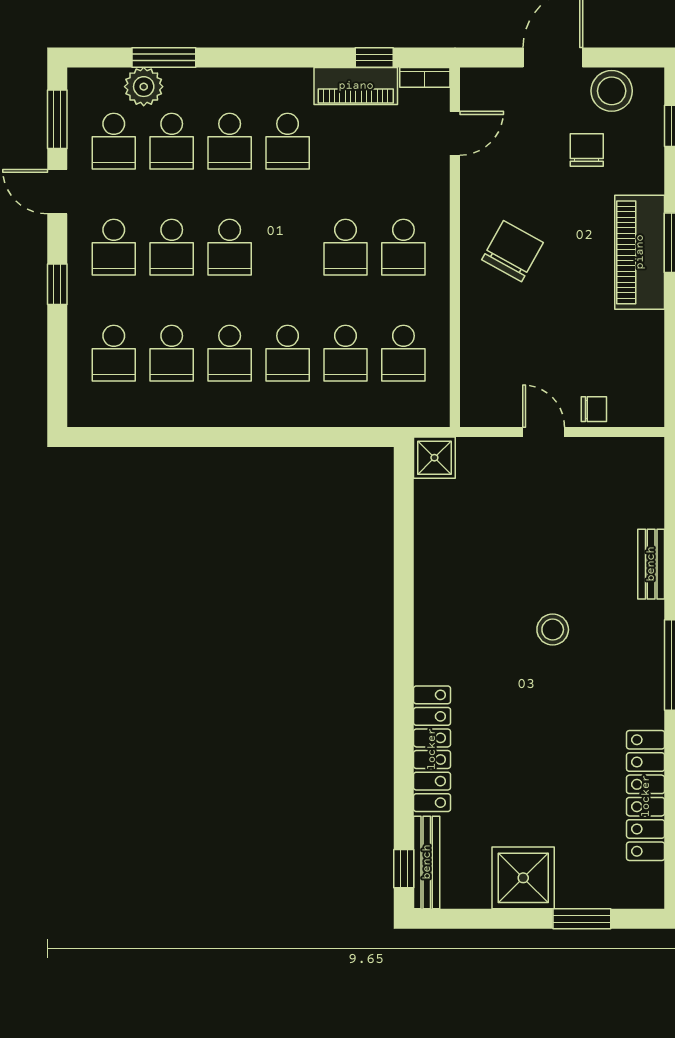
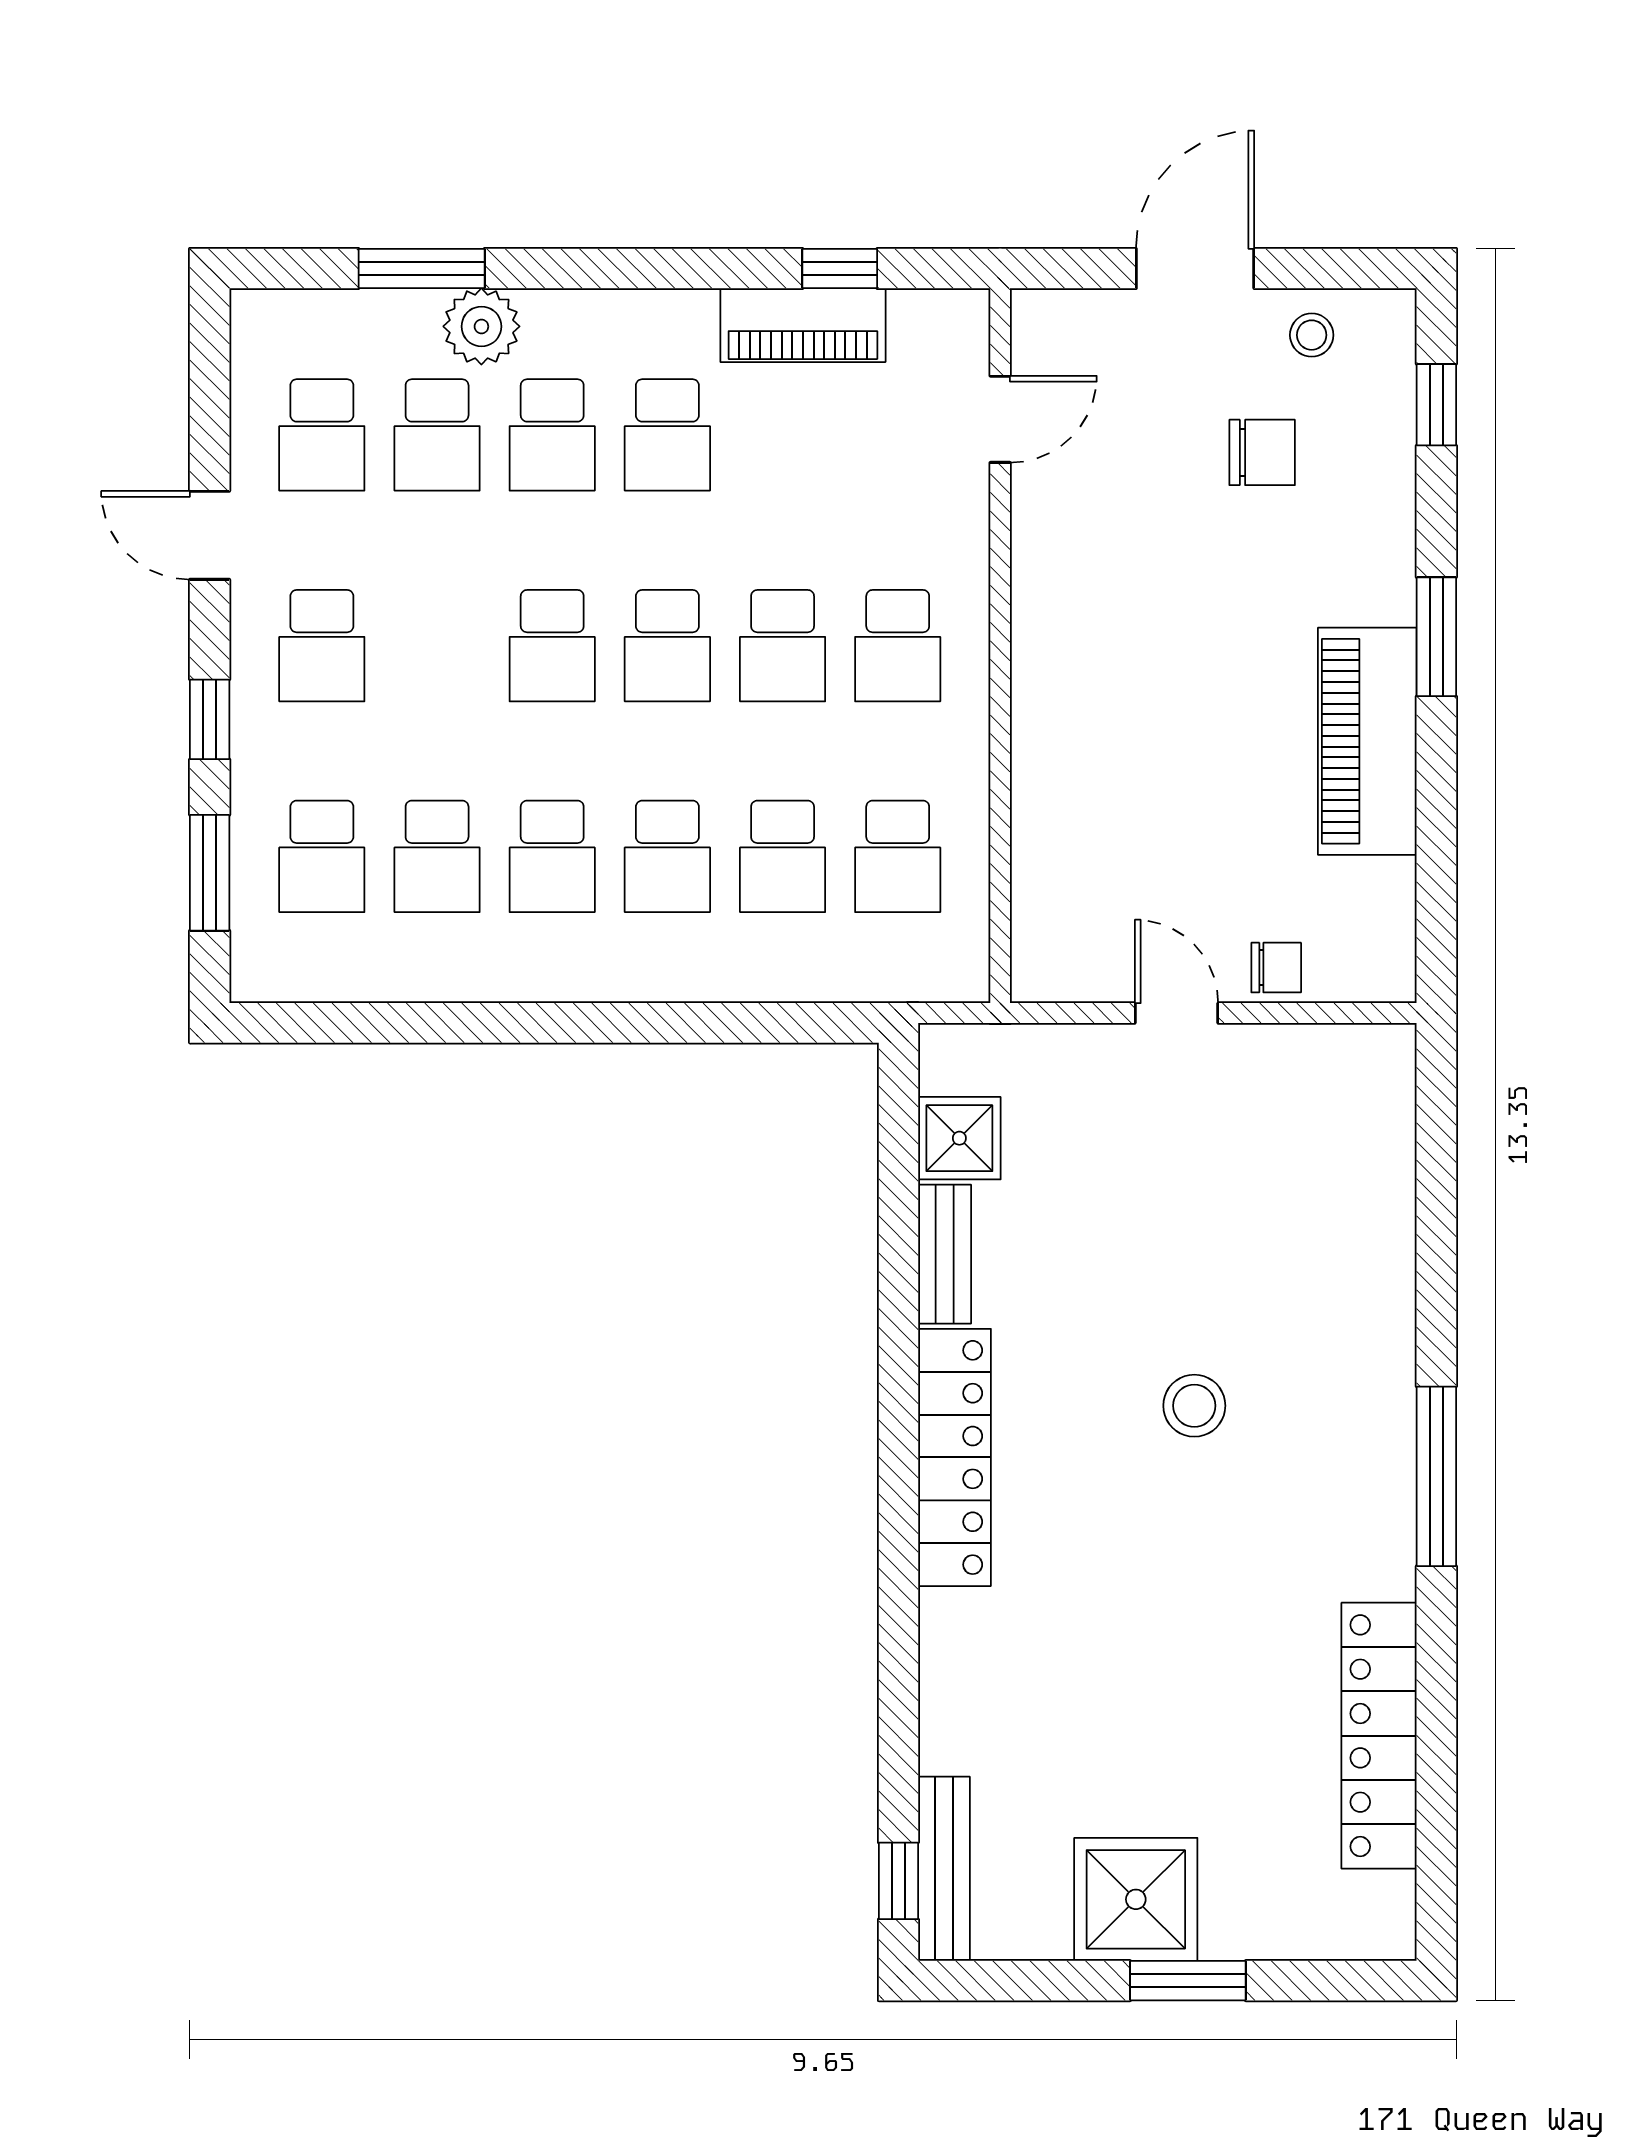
bookcase: (425, 77) -> (941, 308), removed
plant: (144, 87) -> (481, 326), moved
stool: (612, 91) -> (1312, 335), width x0.53, depth x0.53
window: (57, 119) -> (210, 873), moved
chair: (587, 150) -> (1262, 452), turned 90
school desk: (172, 247) -> (667, 646), moved
chair: (512, 251) -> (1114, 654), removed
piano: (640, 252) -> (1367, 741), moved
shower: (434, 458) -> (959, 1138), moved
bench: (651, 564) -> (945, 1254), moved
locker: (432, 749) -> (954, 1457), moved
window: (582, 919) -> (1188, 1981), moved

